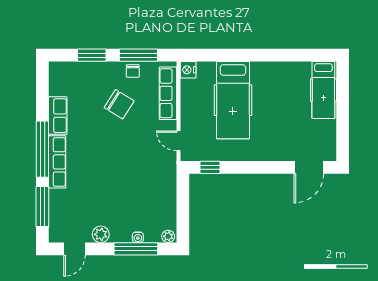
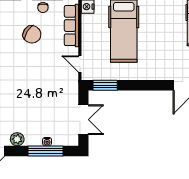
window: (210, 167) -> (105, 85), width x1.50
double door: (183, 210) -> (83, 120), added
plant: (168, 236) -> (71, 141), removed

